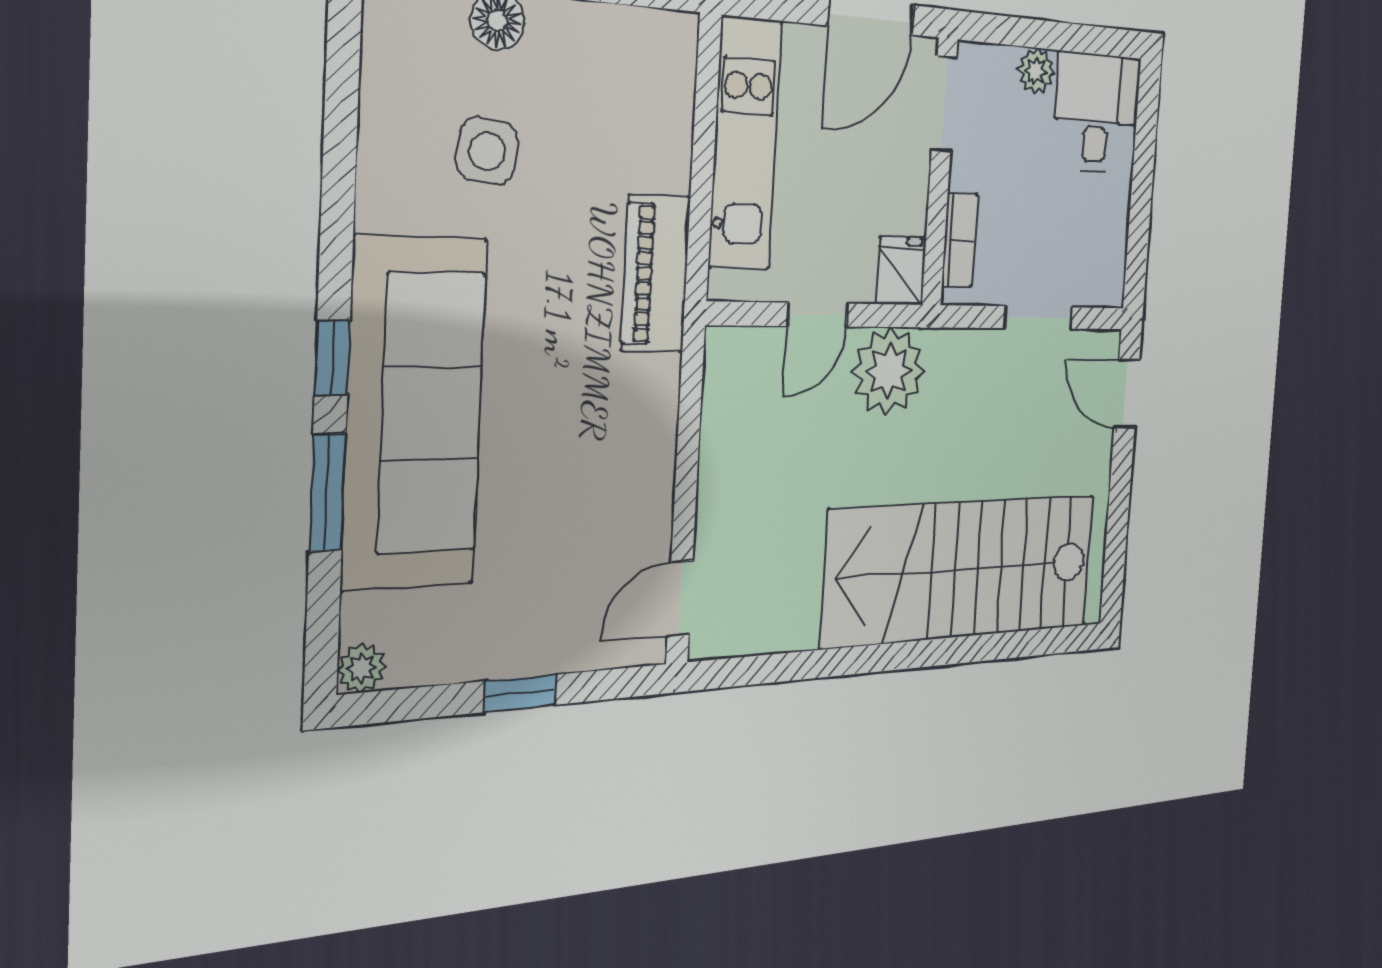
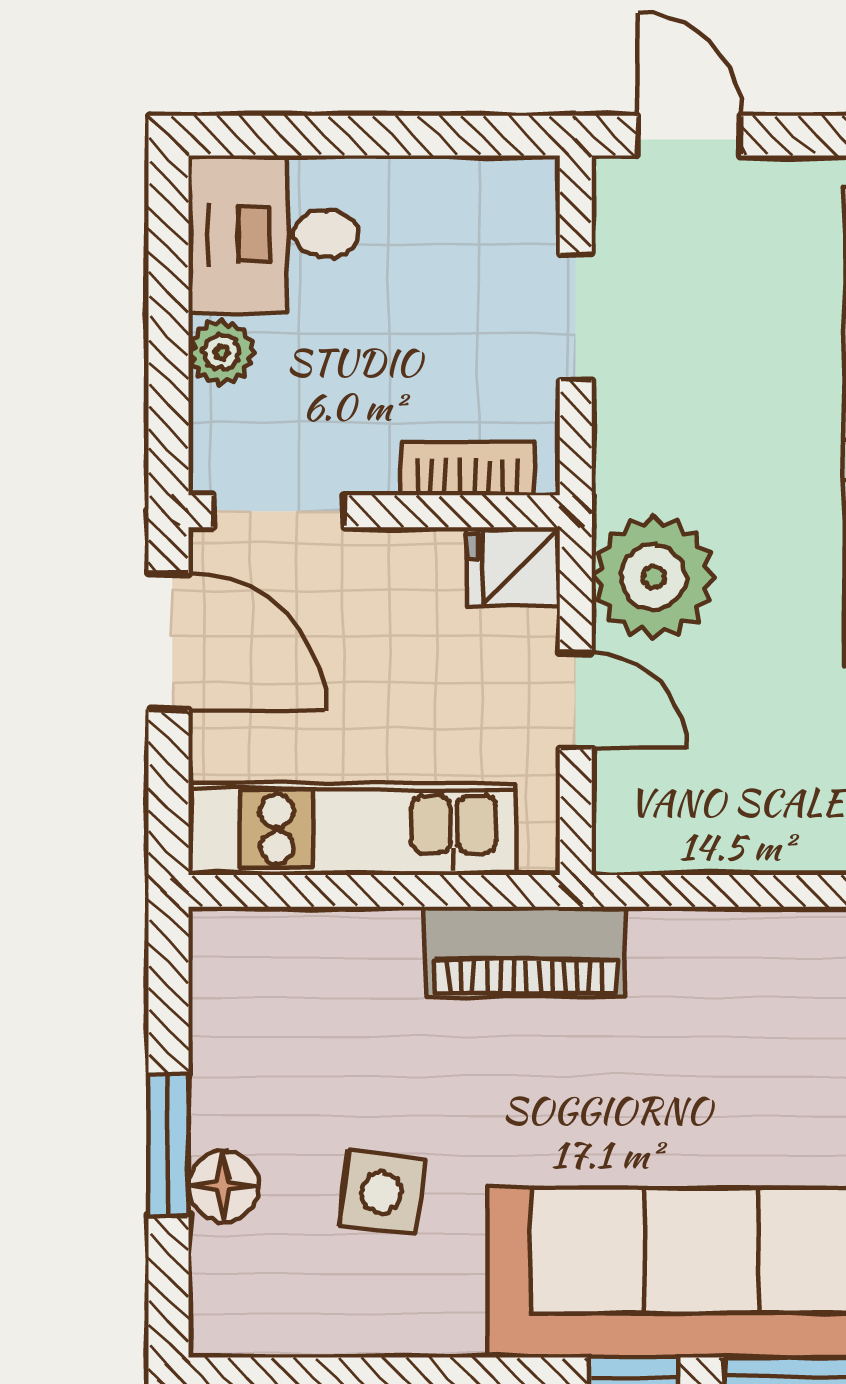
door: (1127, 393) -> (689, 136), swing flipped

